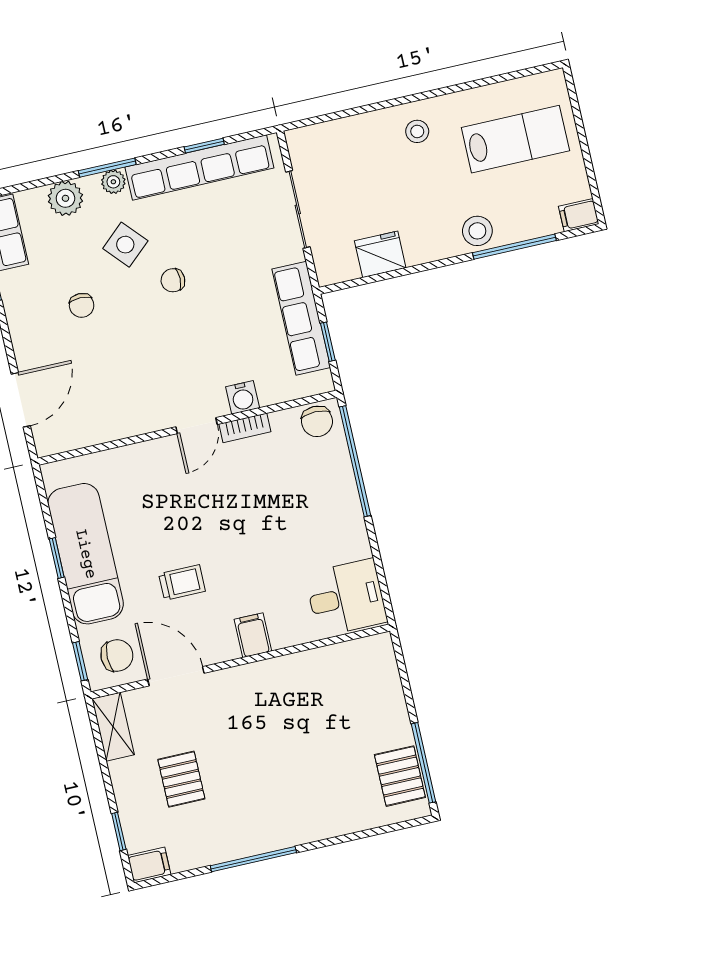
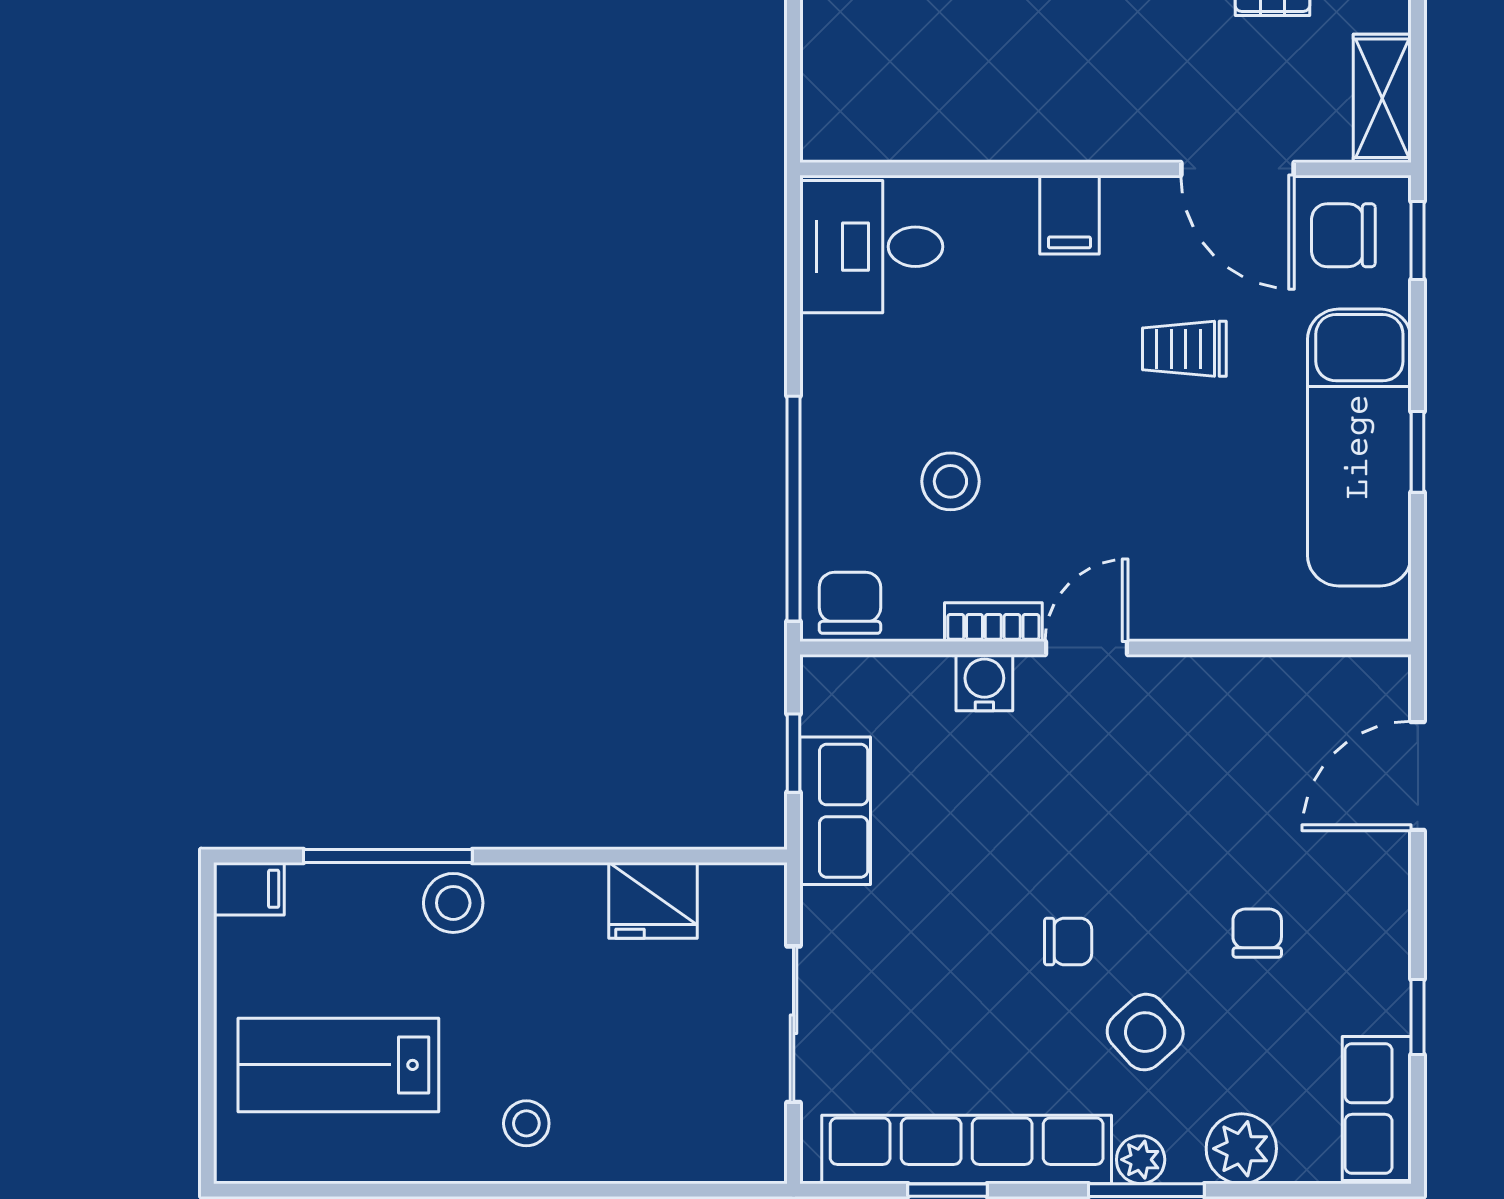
row of seats: (301, 318) -> (835, 811), width x0.68
stool: (281, 492) -> (950, 481), added

